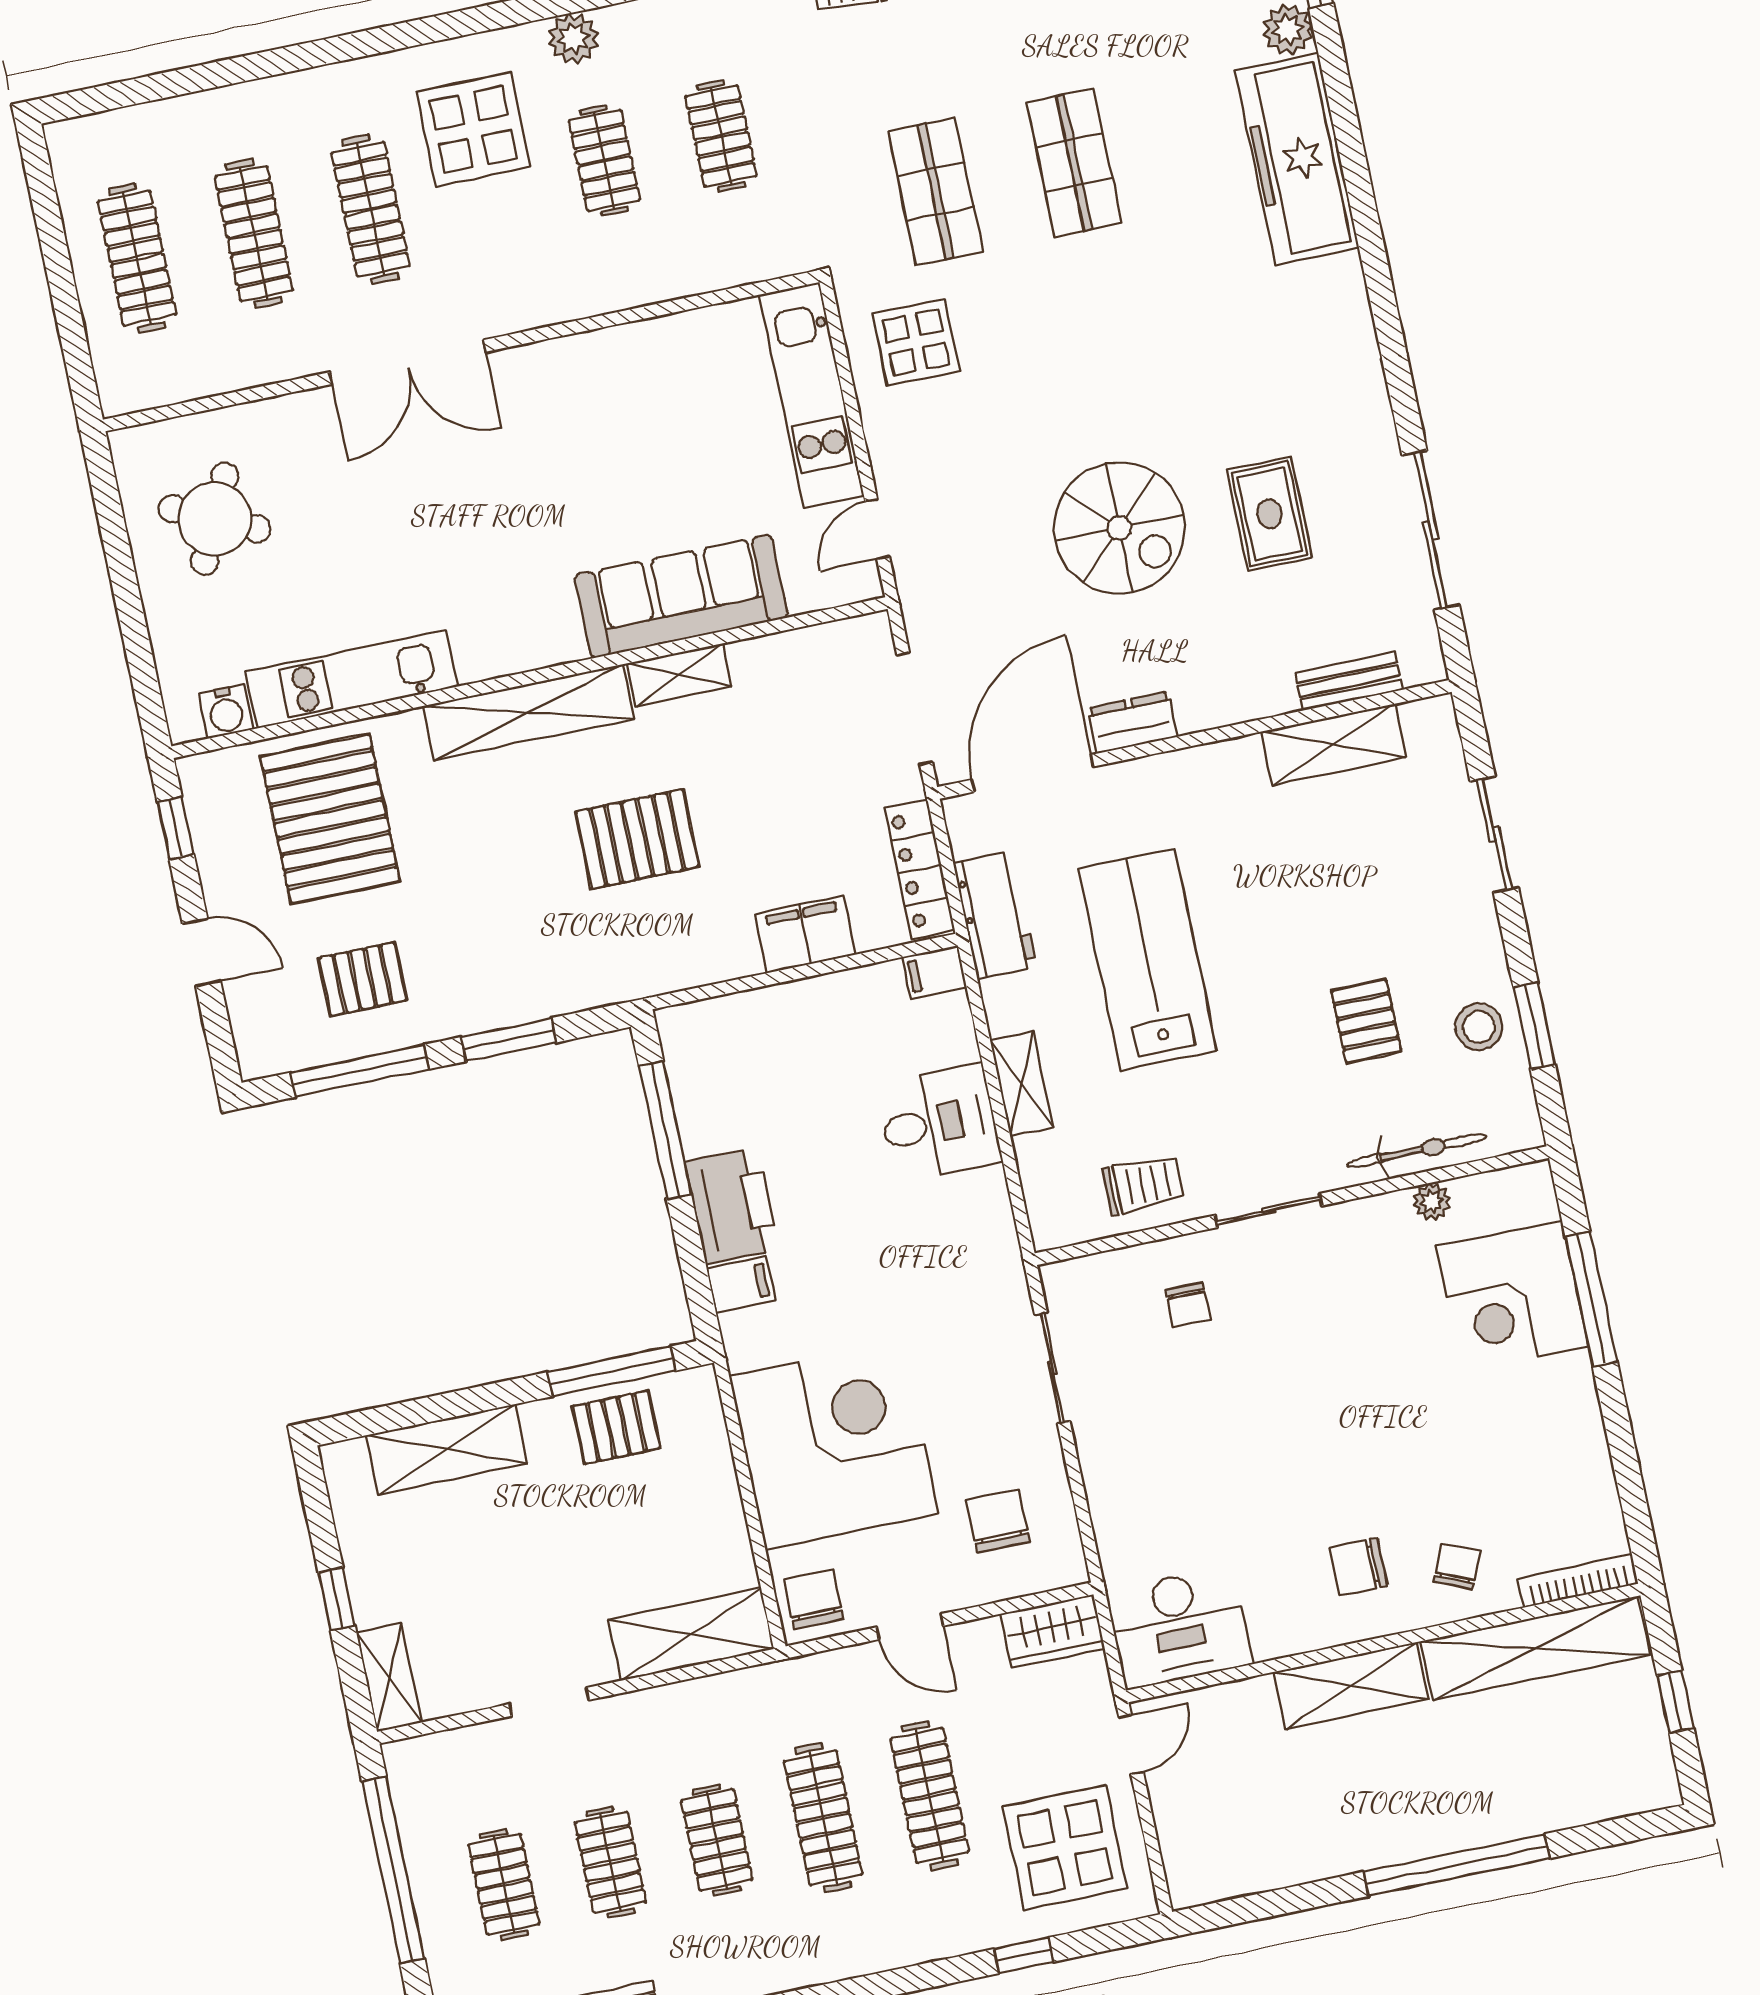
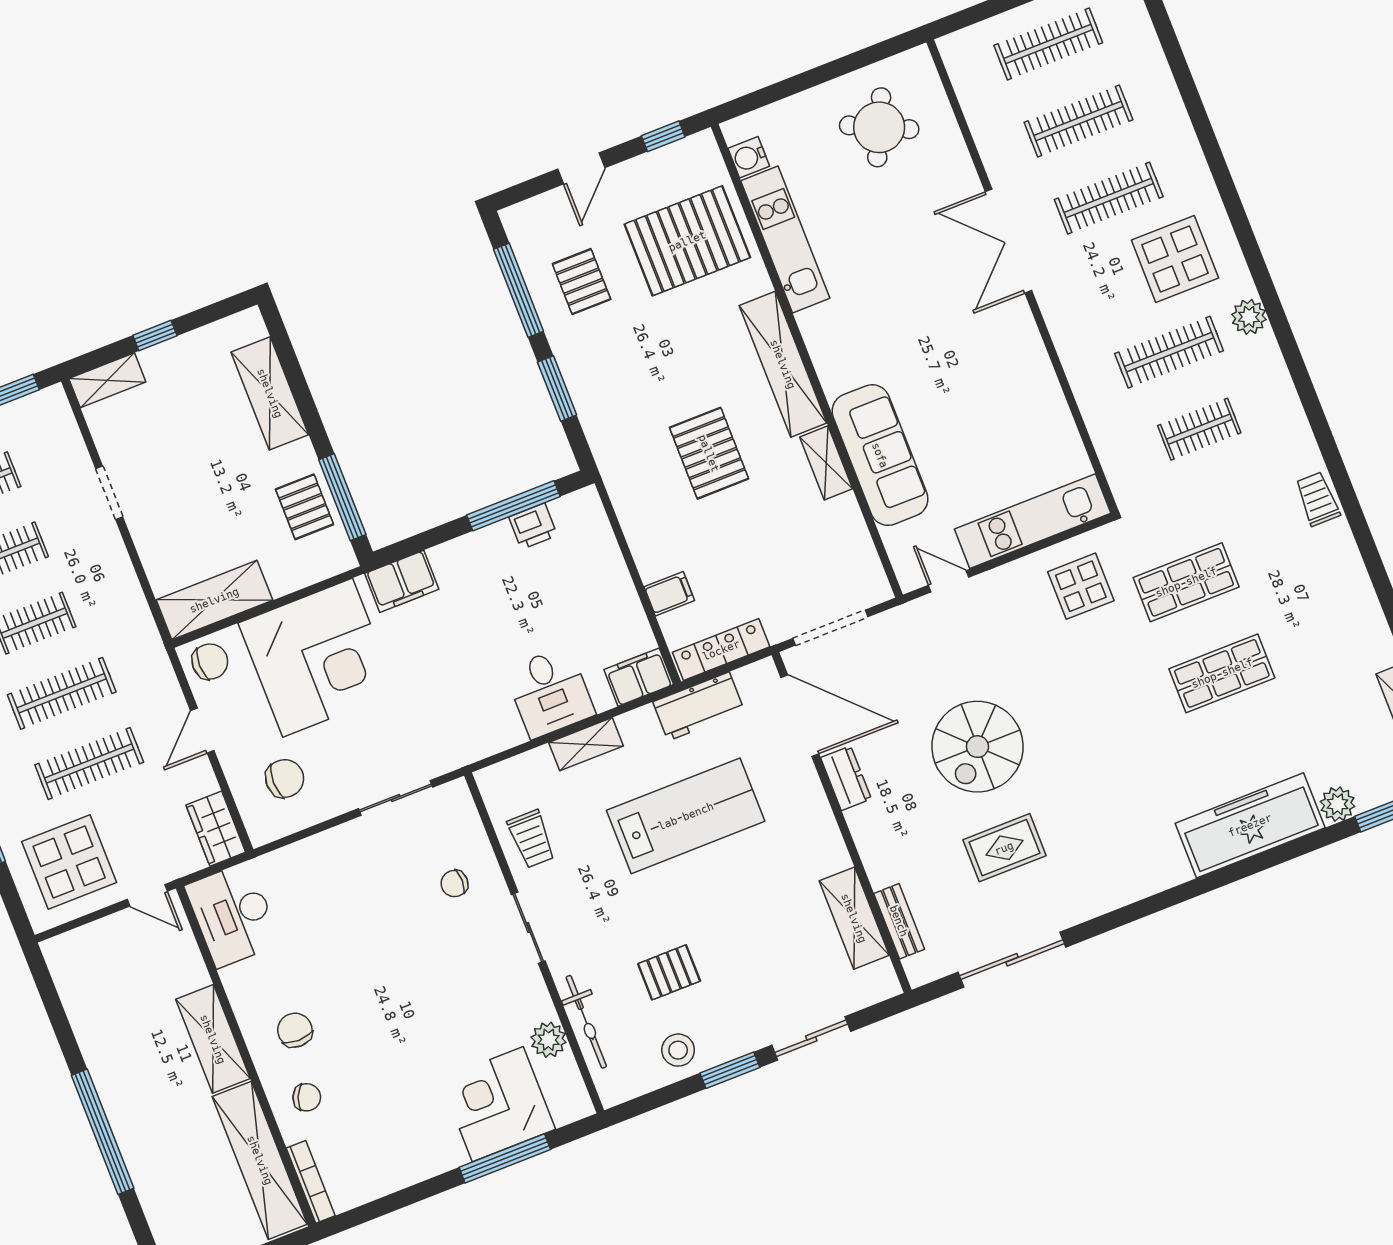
clothes rail: (604, 160) -> (1169, 352), width x1.36
filing cabinet: (805, 934) -> (669, 594), width x0.50
filing cabinet: (934, 972) -> (639, 677), width x2.00
window: (1534, 1026) -> (730, 1070), moved
plant: (1432, 1202) -> (549, 1040), width x1.38, depth x1.38
printer: (732, 1206) -> (533, 526), moved, width x0.53, depth x0.68
filing cabinet: (741, 1285) -> (402, 581), width x2.00
shelving: (691, 1634) -> (214, 600), moved, turned 90

